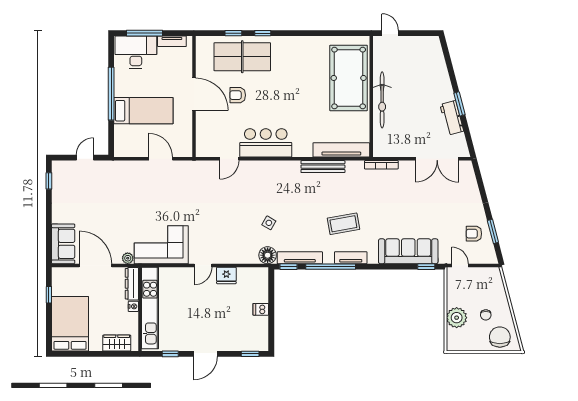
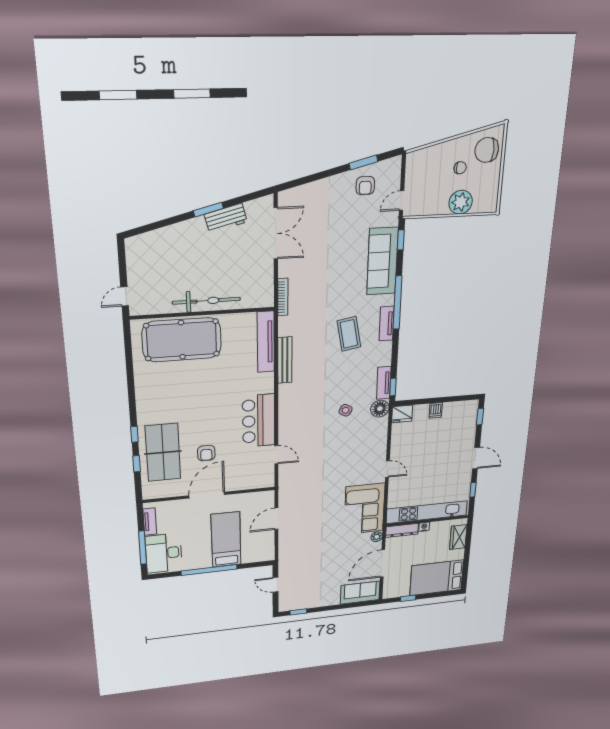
tv unit: (300, 258) -> (384, 383), width x0.71
window: (331, 267) -> (397, 303), moved
fridge: (226, 275) -> (402, 414), moved, turned 90

